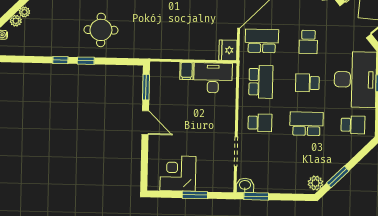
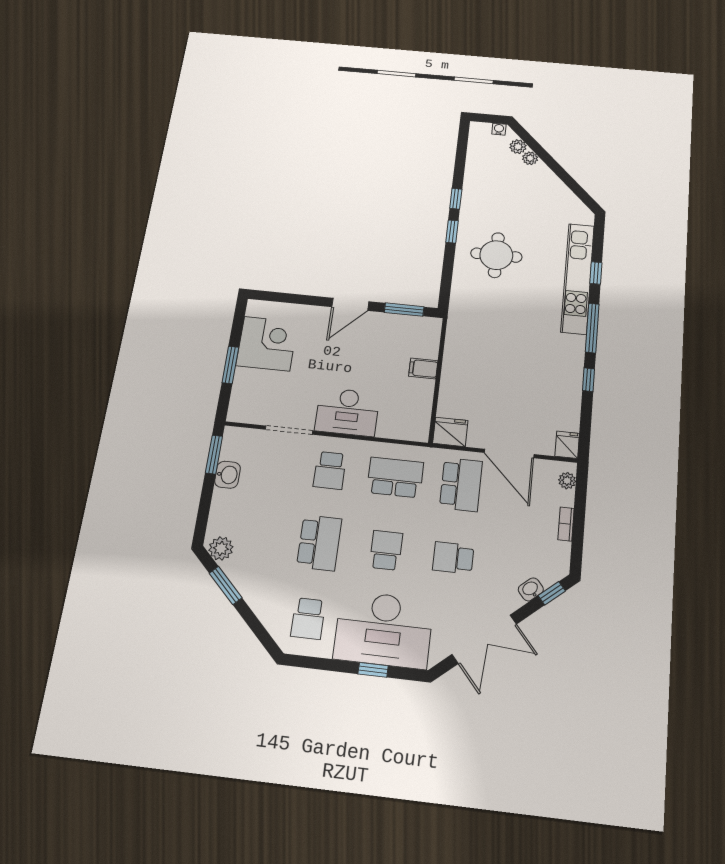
desk: (213, 78) -> (347, 412), moved, turned 90
school desk: (261, 82) -> (395, 477), turned 180
washbasin: (245, 185) -> (227, 475), moved

